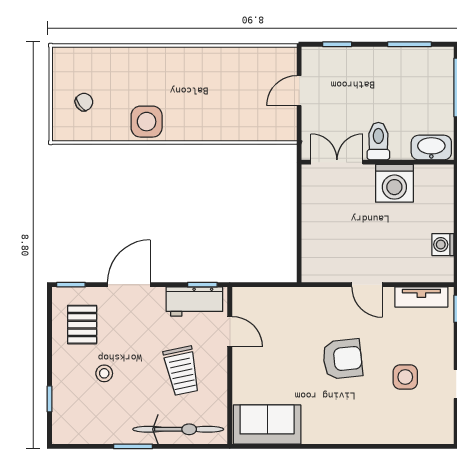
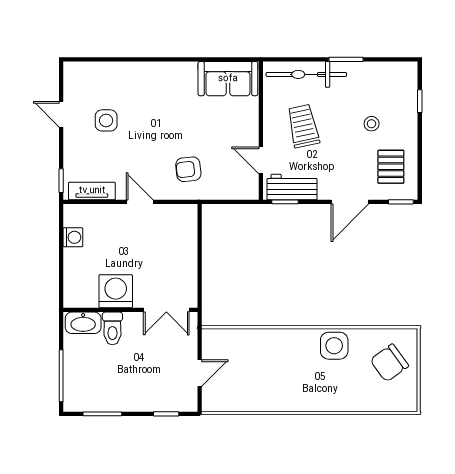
chair: (84, 102) -> (389, 363), width x1.87, depth x1.87
toilet: (378, 141) -> (112, 328), moved
armchair: (342, 359) -> (188, 169), moved, width x0.72, depth x0.72

